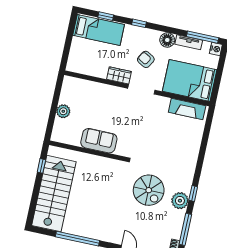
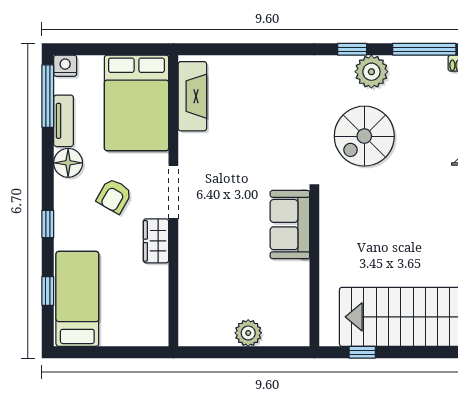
sofa: (99, 141) -> (290, 225), moved
spiral stairs: (149, 190) -> (364, 136), turned 180

